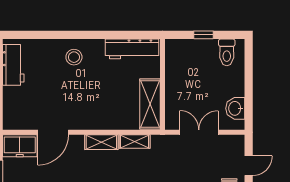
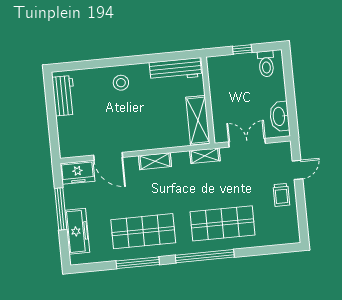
washbasin: (235, 108) -> (279, 116), width x1.38
door: (53, 132) -> (108, 156), hinge flipped
shelving: (135, 142) -> (205, 156), moved

